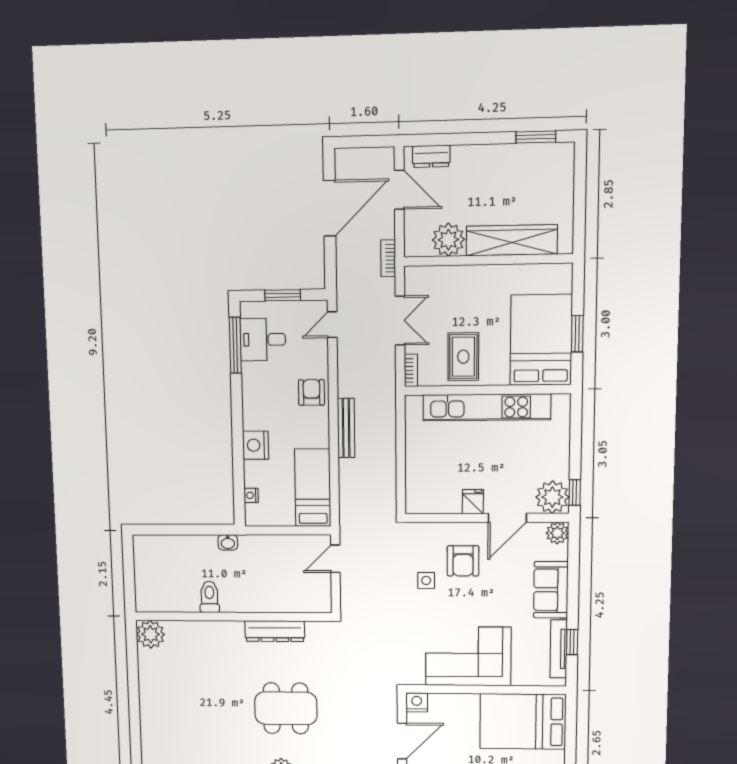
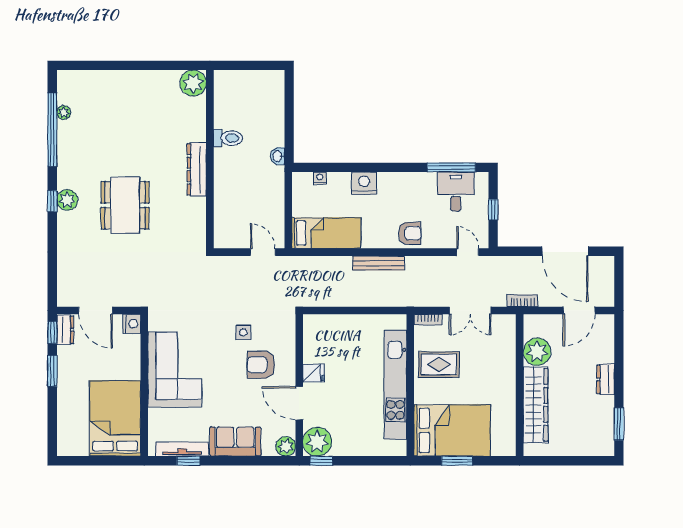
dresser: (431, 156) -> (606, 379), moved
window: (283, 295) -> (493, 210), width x0.67
dresser: (275, 631) -> (197, 169), moved

